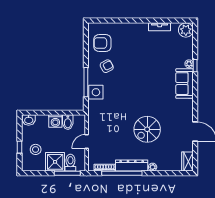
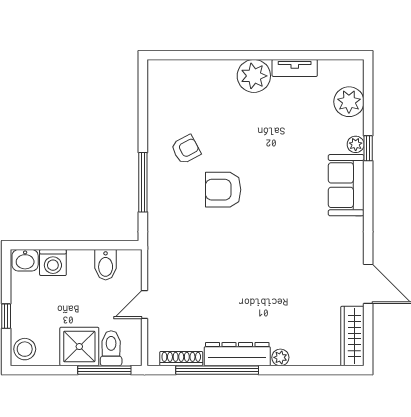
plant: (186, 30) -> (349, 102), moved
plant: (140, 31) -> (254, 76), added
armchair: (102, 43) -> (223, 190), moved
side table: (96, 92) -> (164, 203), removed
washing machine: (55, 121) -> (53, 263), moved
spiral stairs: (147, 129) -> (269, 279), removed
stool: (36, 149) -> (25, 349), moved
wardrobe: (187, 162) -> (352, 336), width x1.50

